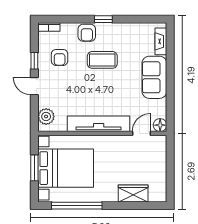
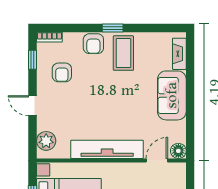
coffee table: (102, 60) -> (123, 53), moved, turned 90
window: (34, 61) -> (33, 60), moved

